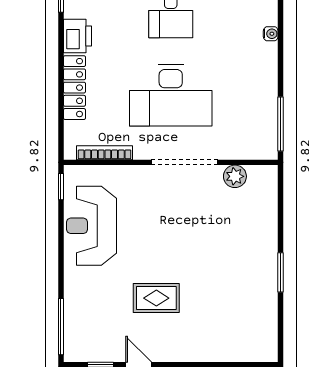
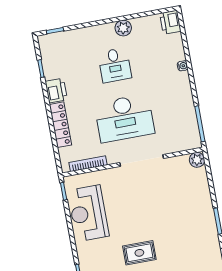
plant: (235, 176) -> (197, 160), moved

